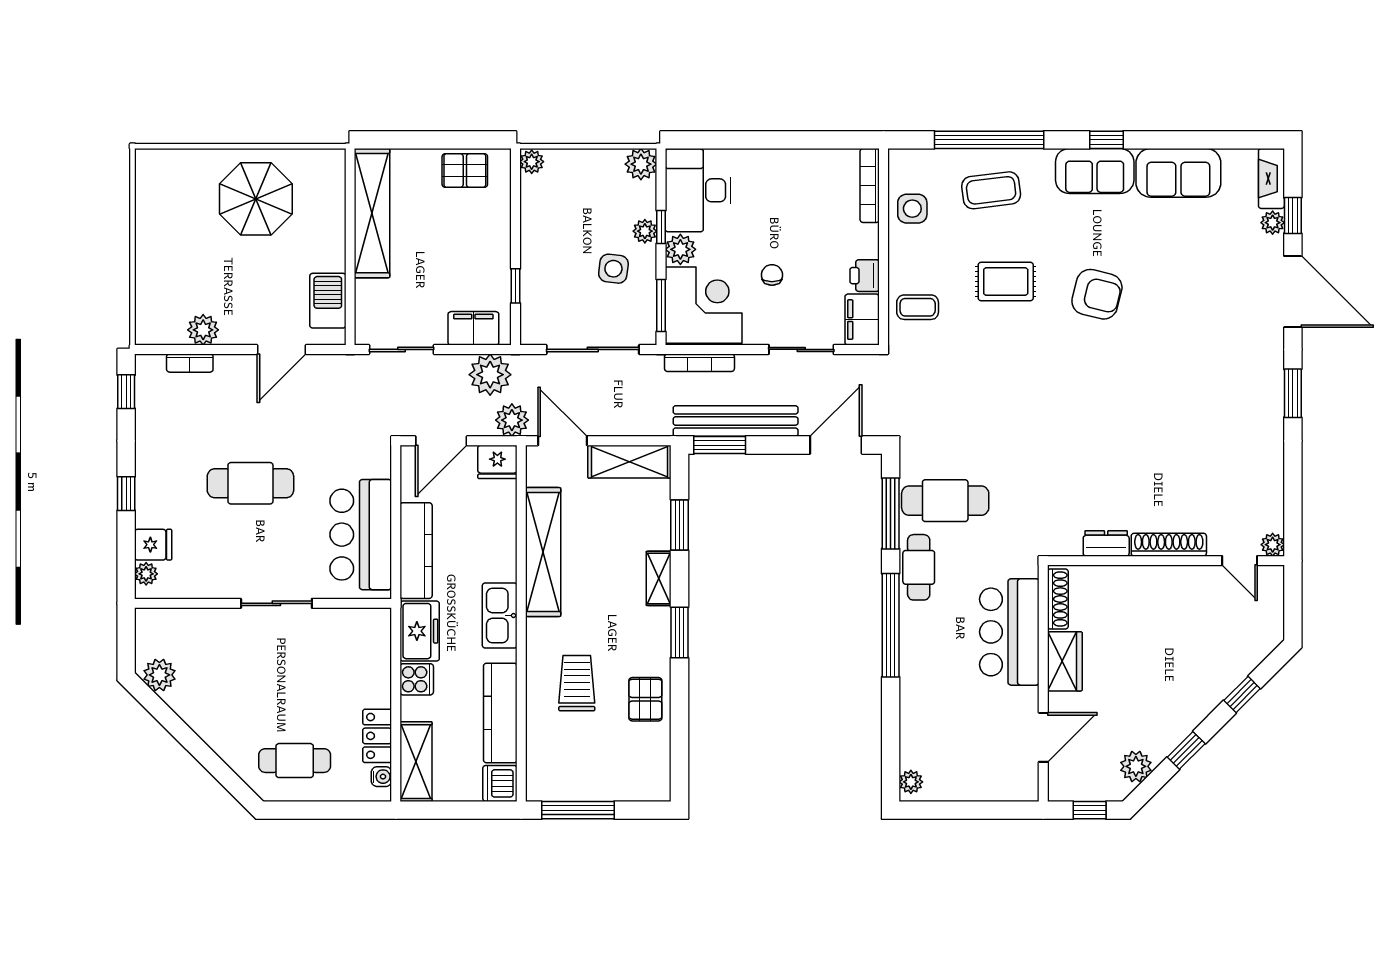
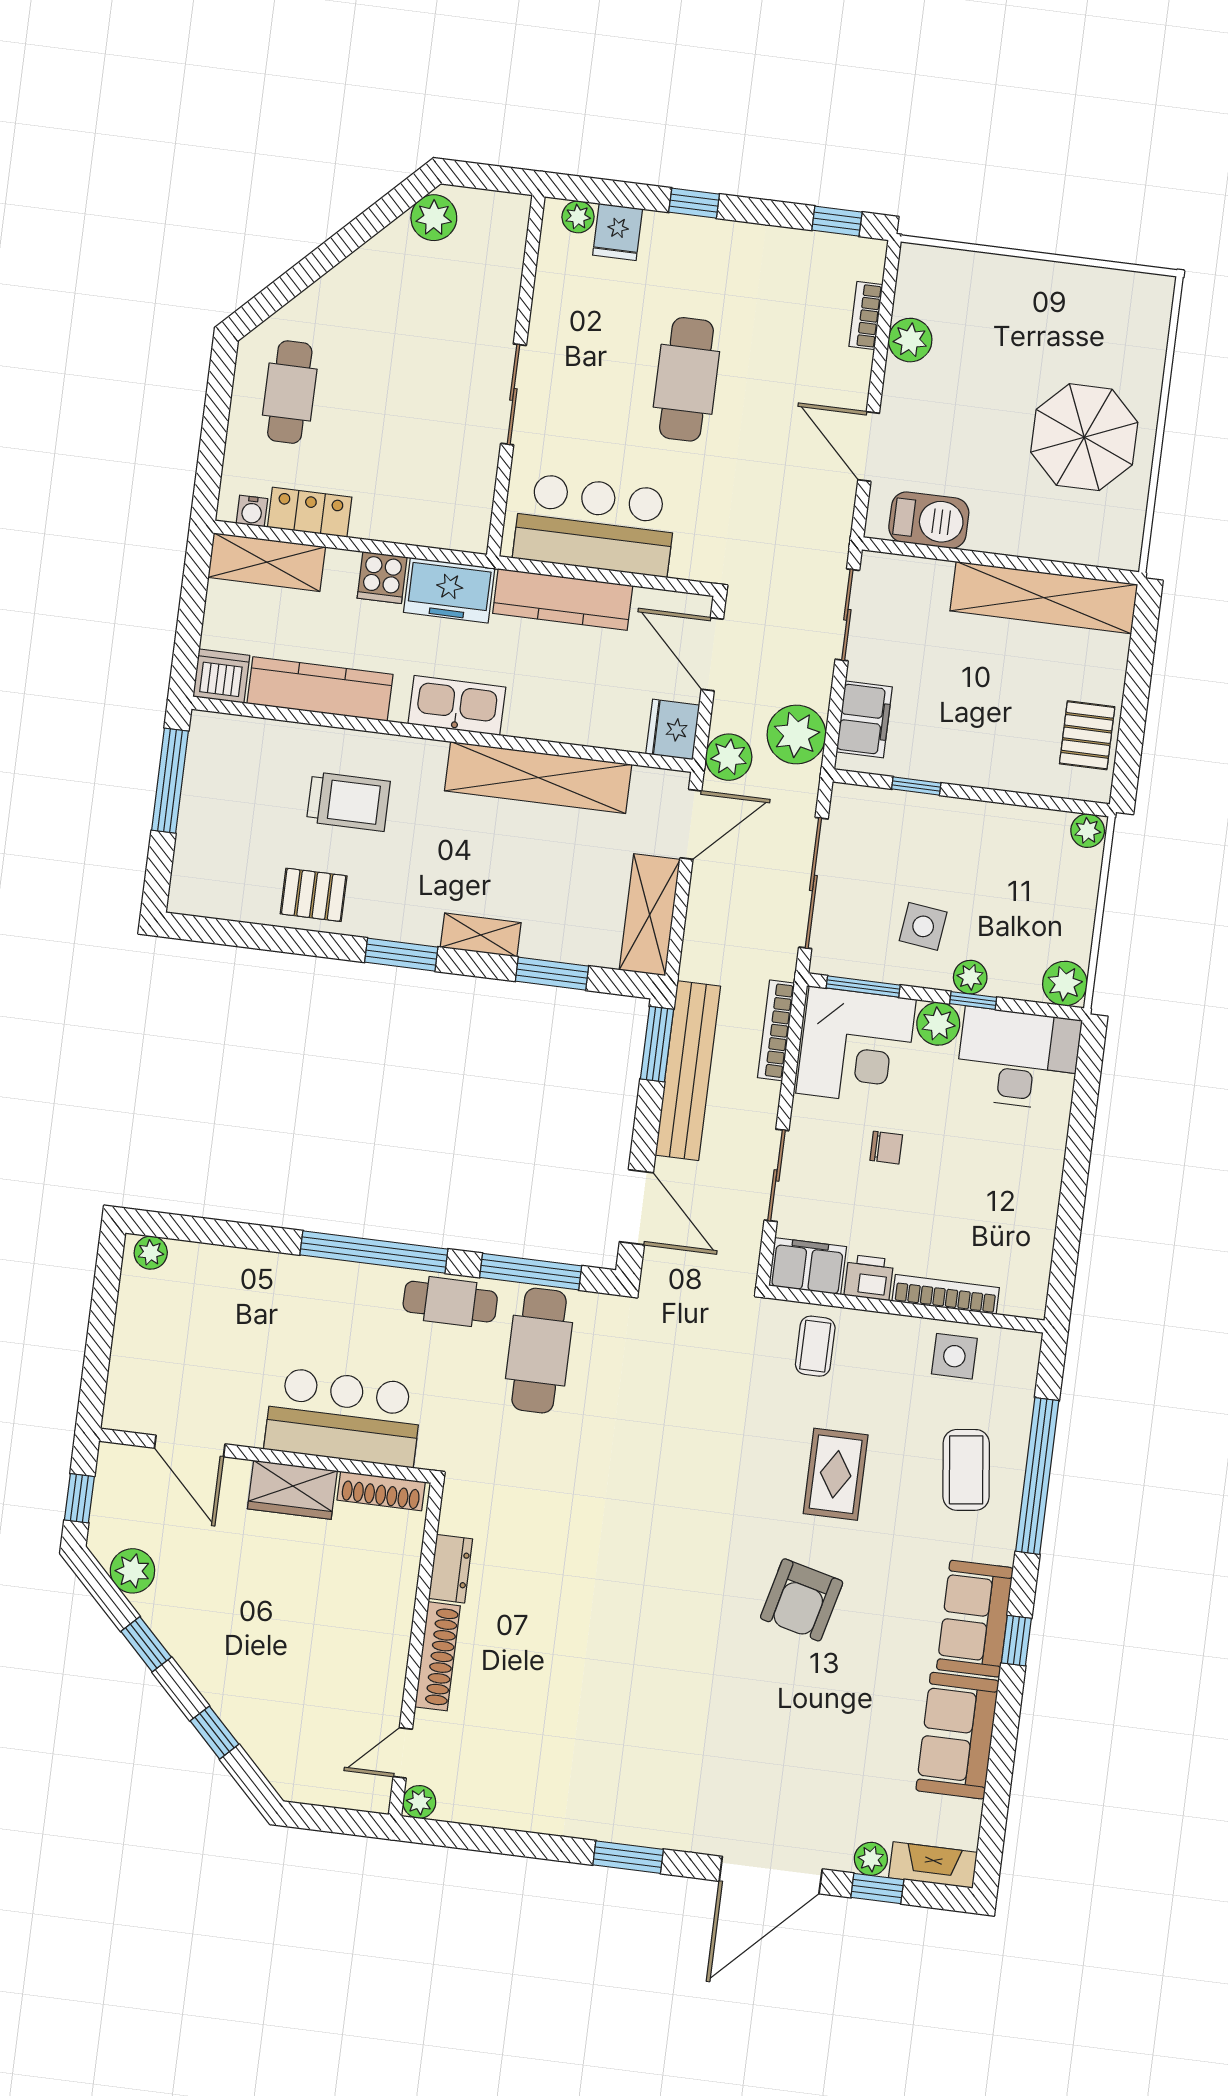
bookcase: (870, 186) -> (946, 1294), moved

